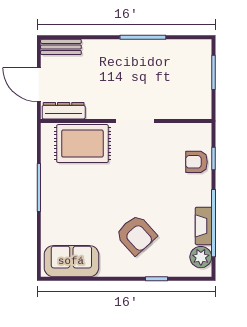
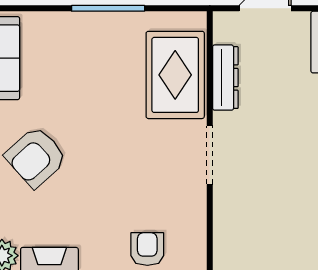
dresser: (64, 111) -> (225, 78), moved

